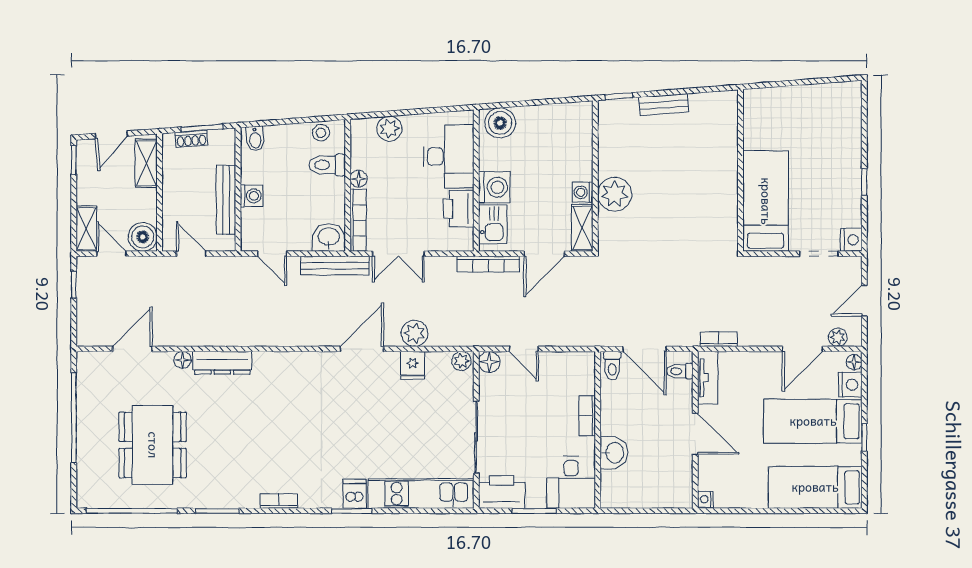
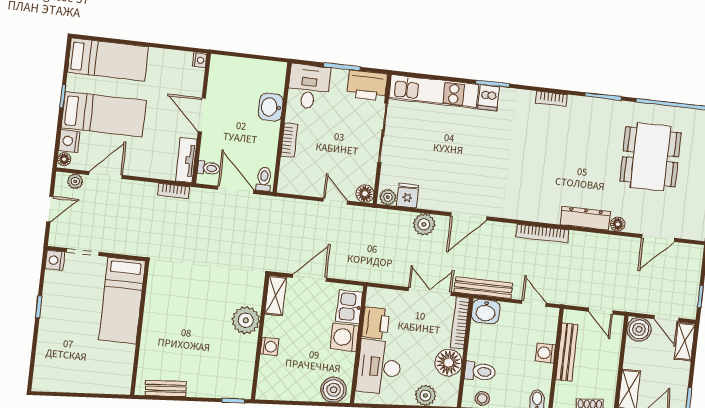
bench: (664, 104) -> (166, 388), moved
floor lamp: (359, 179) -> (449, 363), width x1.89, depth x1.89
washing machine: (583, 192) -> (269, 346), moved
bookcase: (488, 264) -> (542, 233), moved, turned 180
fridge: (413, 365) -> (408, 196), moved

